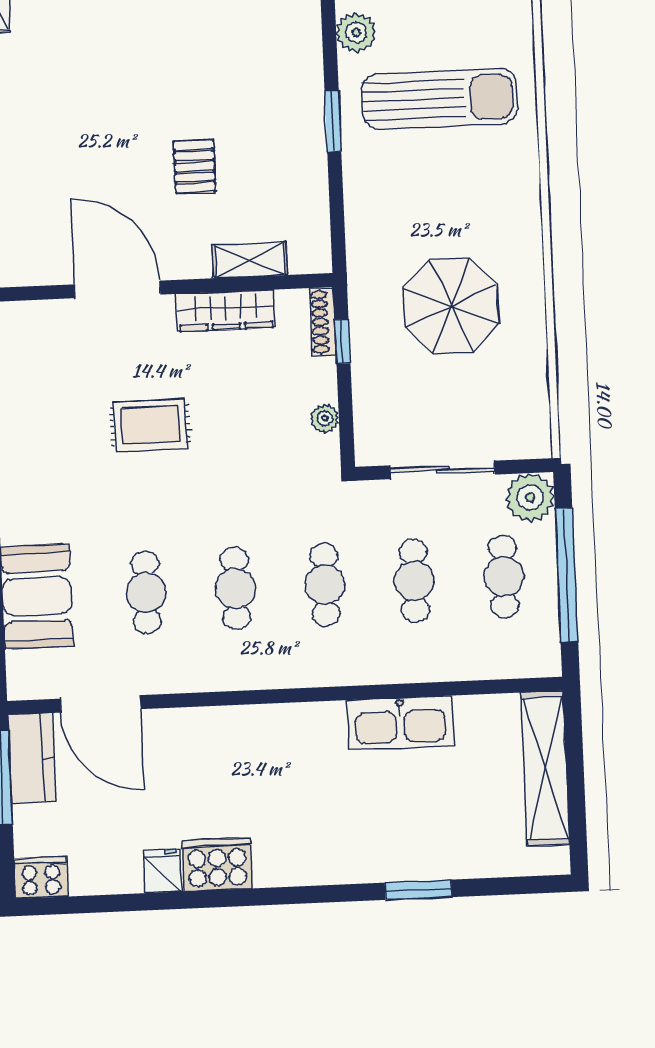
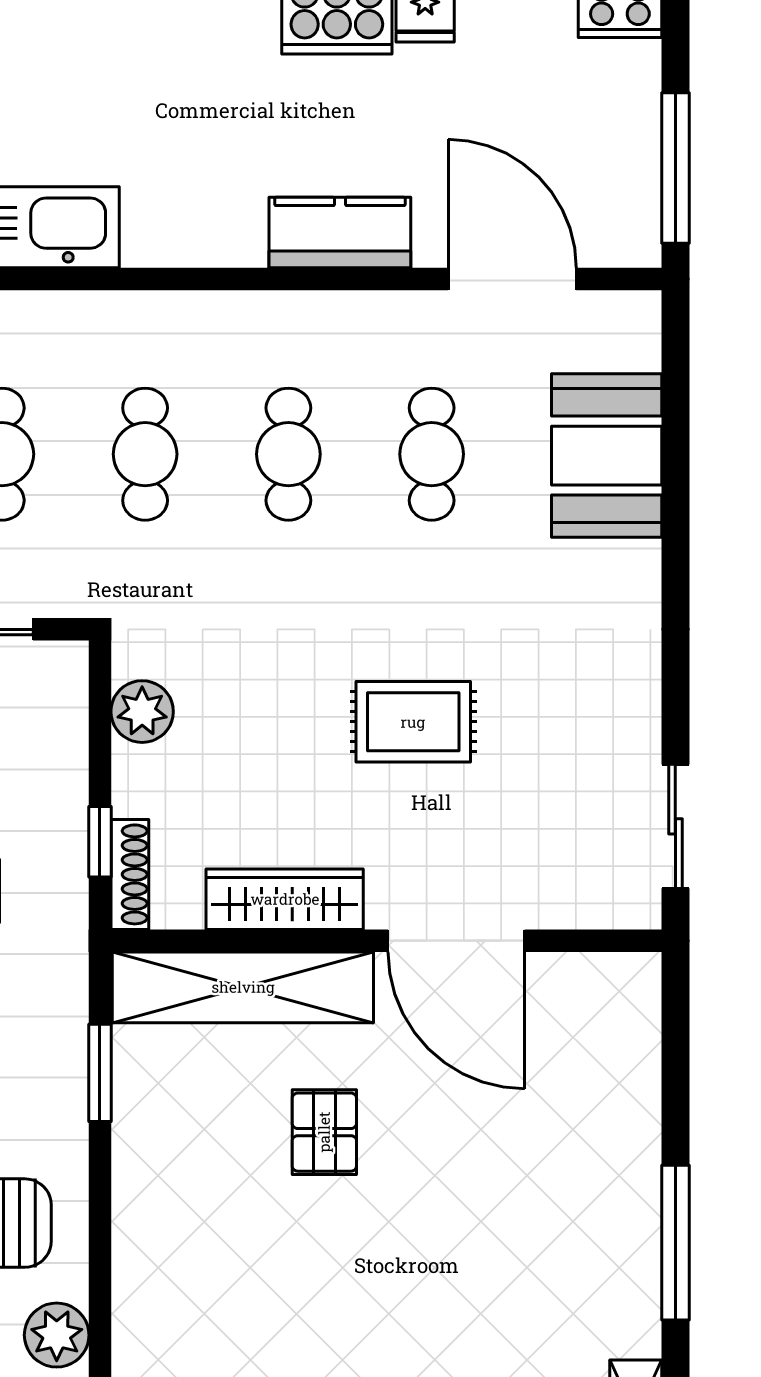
window: (333, 121) -> (100, 1073), moved
shelving: (250, 260) -> (243, 987), width x2.20, depth x1.33
plant: (325, 418) -> (142, 712), width x1.38, depth x1.38
kitchen counter: (32, 758) -> (340, 233), moved, turned 90

